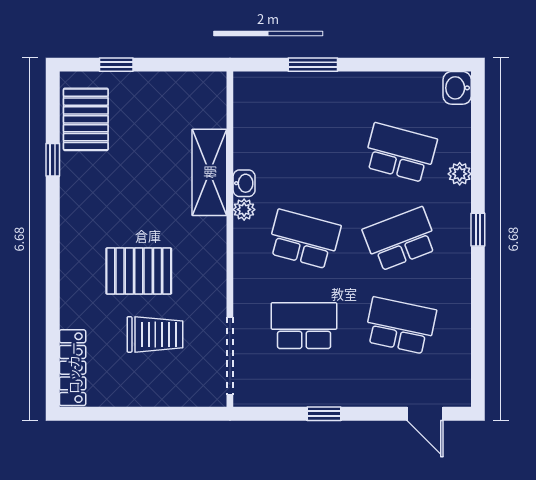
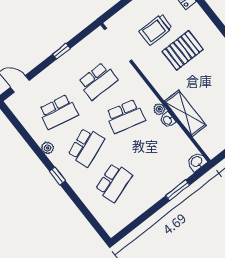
washbasin: (457, 88) -> (197, 162), moved, turned -90
school desk: (400, 153) -> (114, 182), turned -33
plant: (460, 174) -> (48, 148), moved

